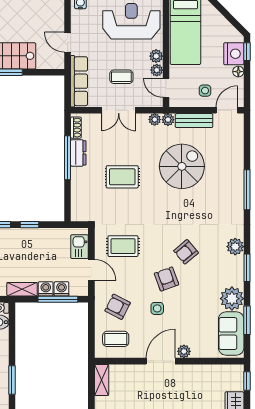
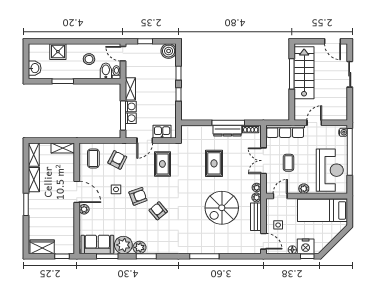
plant: (157, 70) -> (293, 189), removed
dresser: (78, 153) -> (227, 131), width x1.44
spiral stairs: (182, 166) -> (222, 208), turned 90
plant: (235, 247) -> (139, 247), moved

